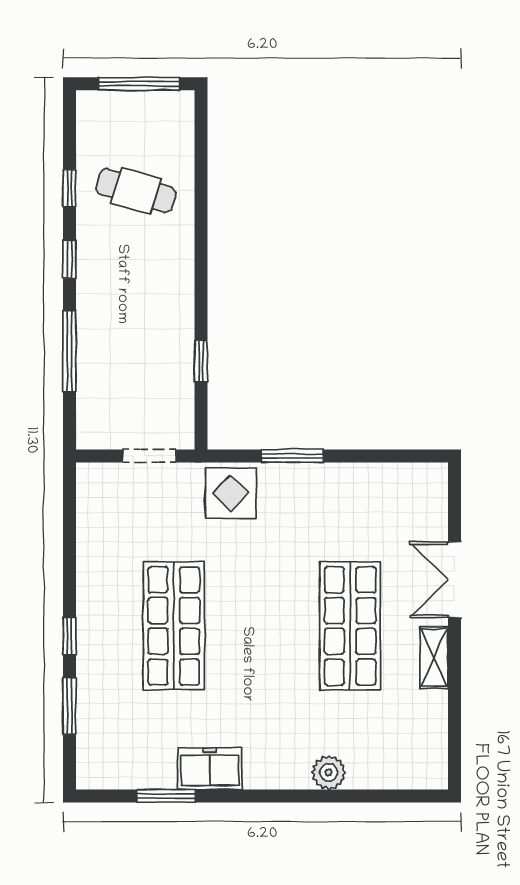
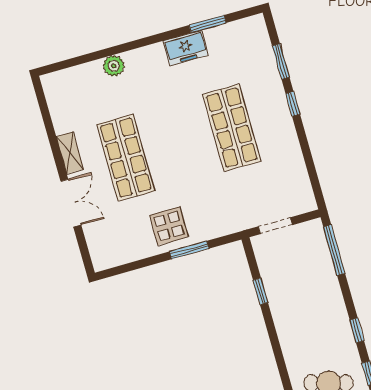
window: (69, 351) -> (334, 250), moved
display table: (231, 493) -> (169, 226), moved

